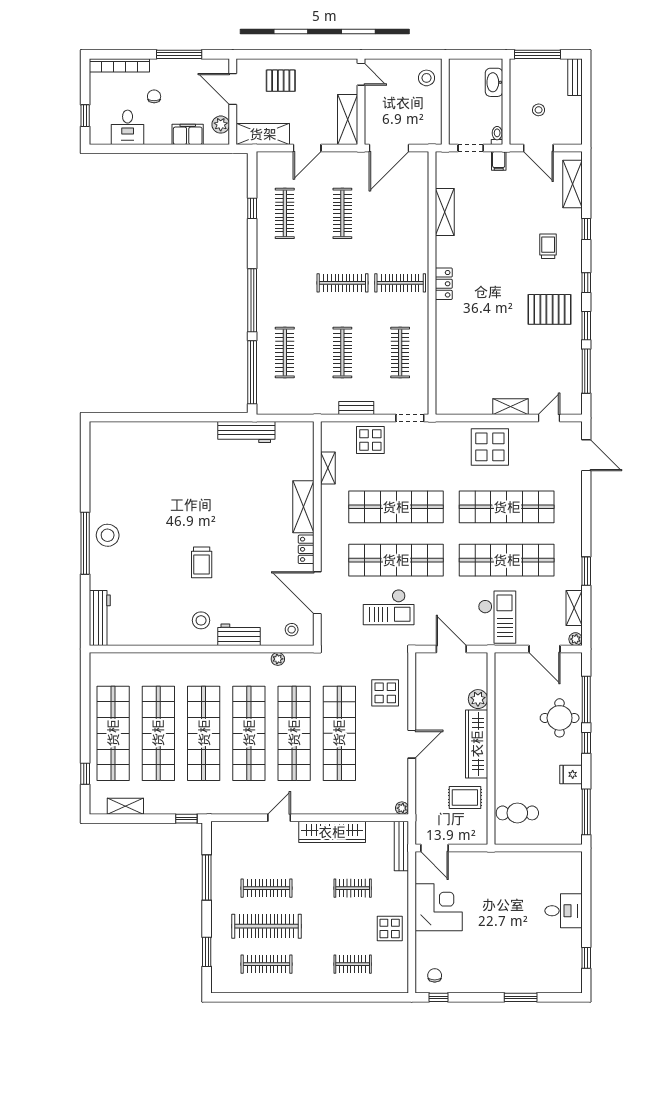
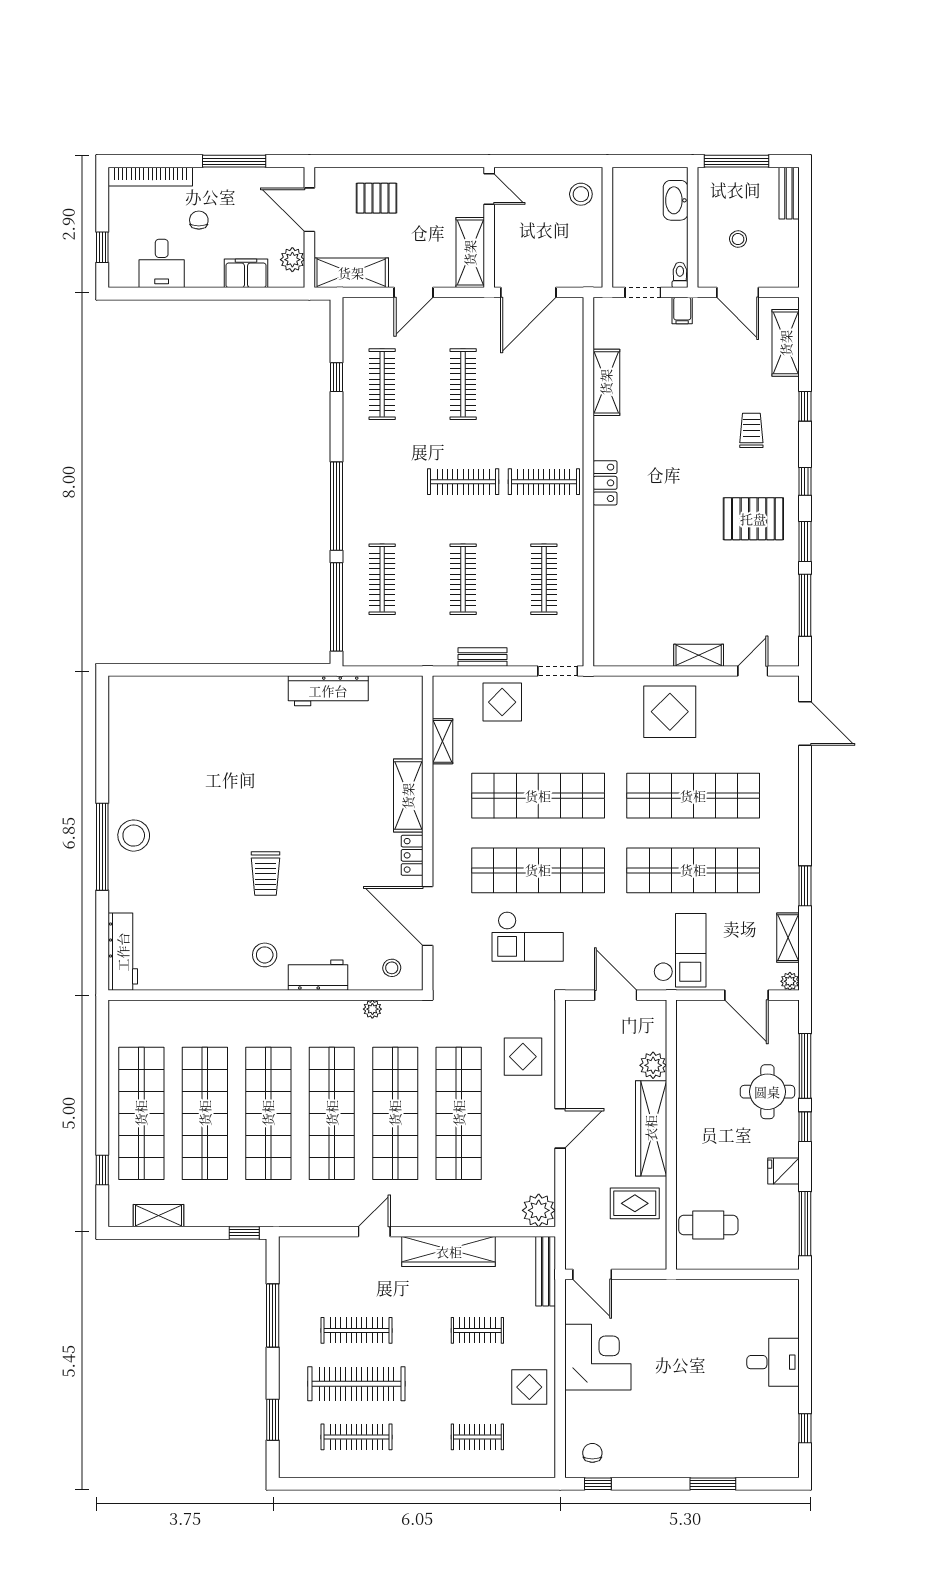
plant: (402, 808) -> (539, 1210), width x1.88, depth x1.88

